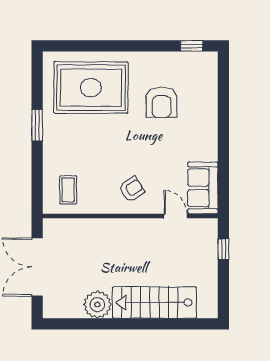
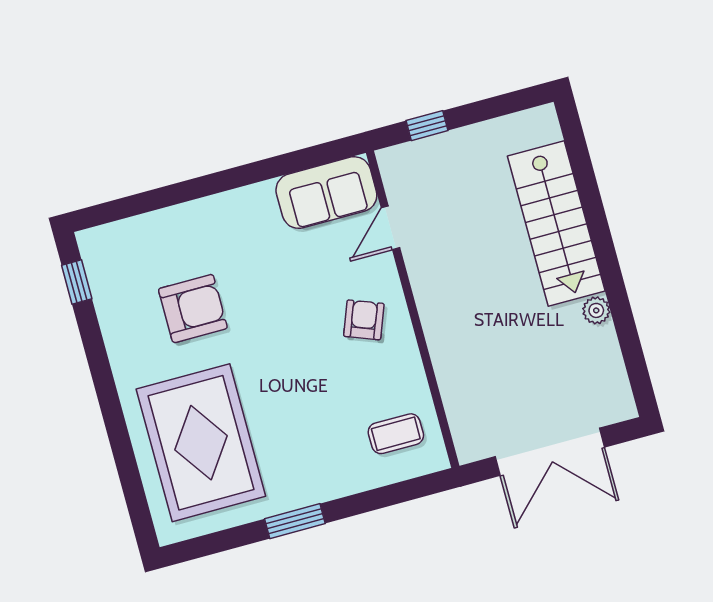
armchair: (132, 189) -> (364, 320), turned 54
plant: (97, 305) -> (596, 310), width x0.53, depth x0.53

